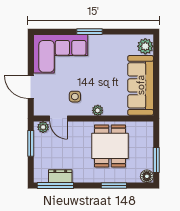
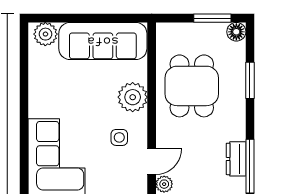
window: (89, 32) -> (24, 116), removed
plant: (98, 110) -> (133, 97), width x1.88, depth x1.88
dining table: (110, 146) -> (192, 86), turned 90

